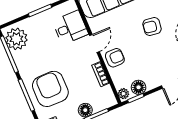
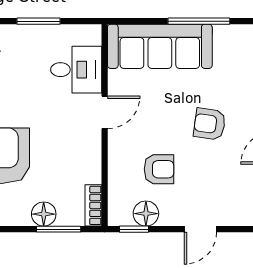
armchair: (115, 58) -> (159, 169), moved
bookcase: (101, 74) -> (93, 205), moved
plant: (123, 94) -> (117, 213), removed

